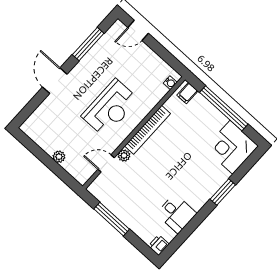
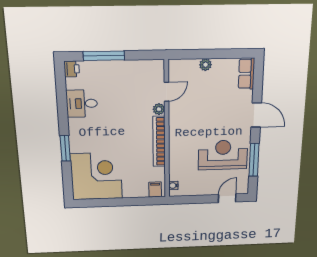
reception desk: (110, 108) -> (223, 155), moved, turned 90
window: (224, 108) -> (121, 202), removed
row of seats: (34, 121) -> (246, 74), added
corner desk: (231, 147) -> (96, 176), width x1.36, depth x1.36
window: (112, 219) -> (104, 56), moved

